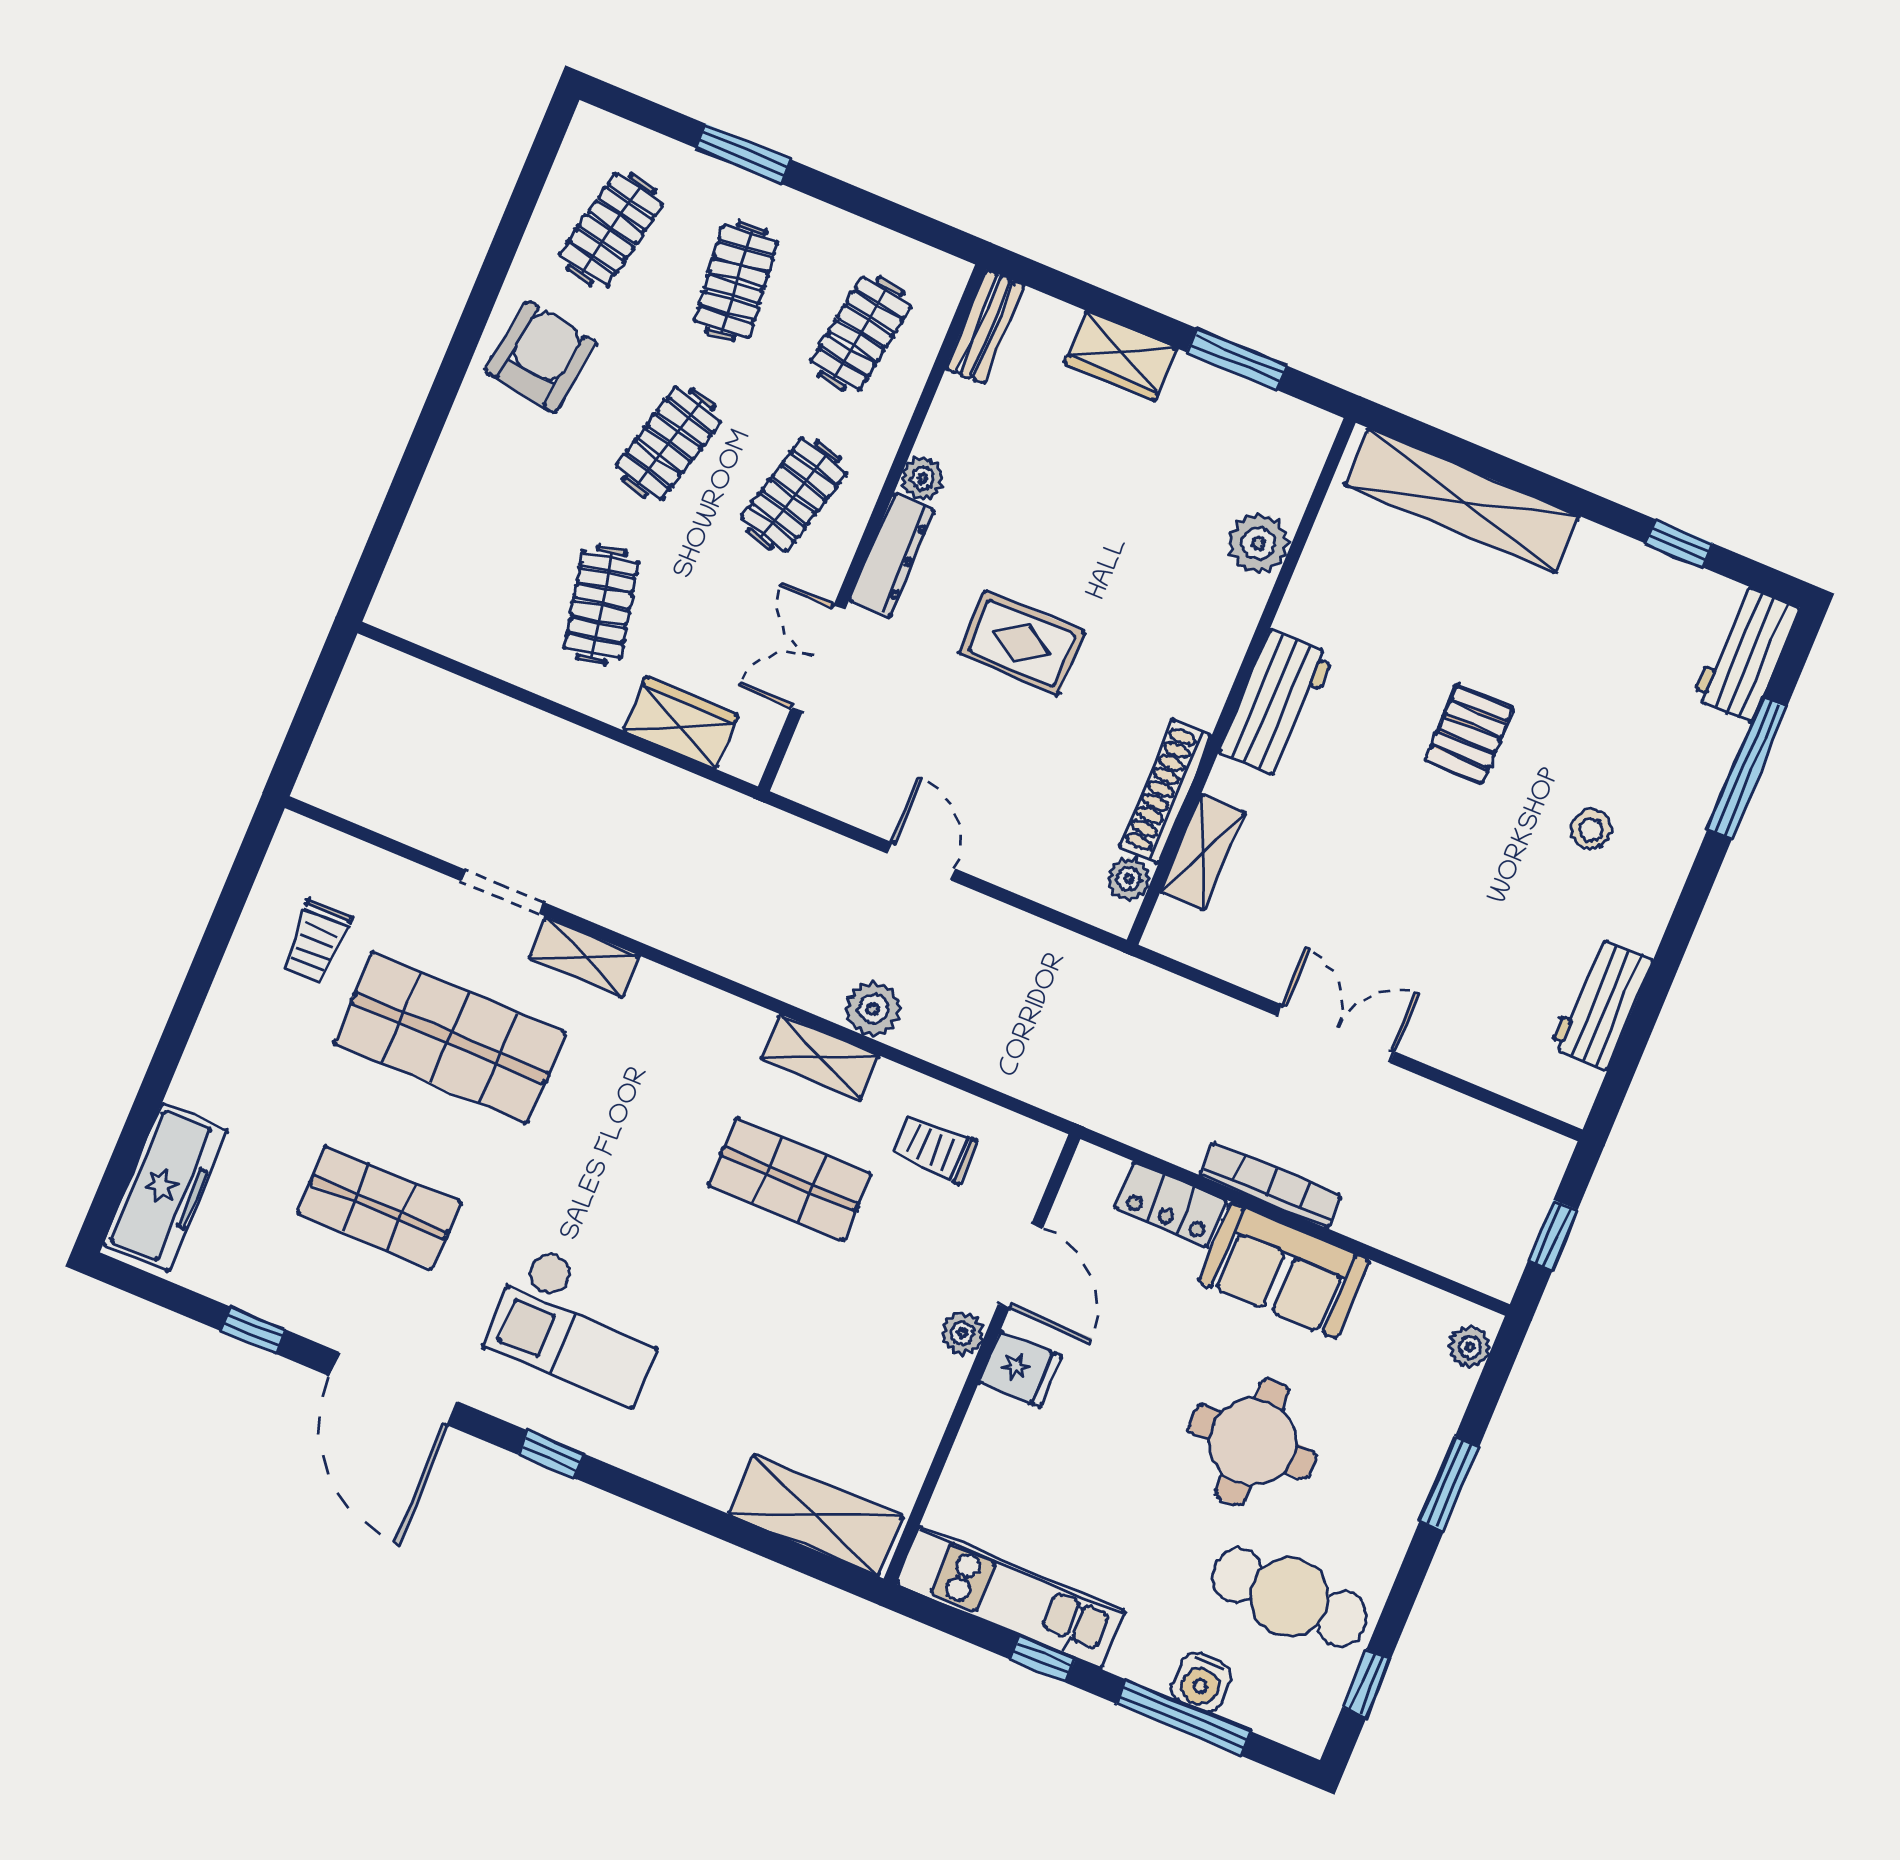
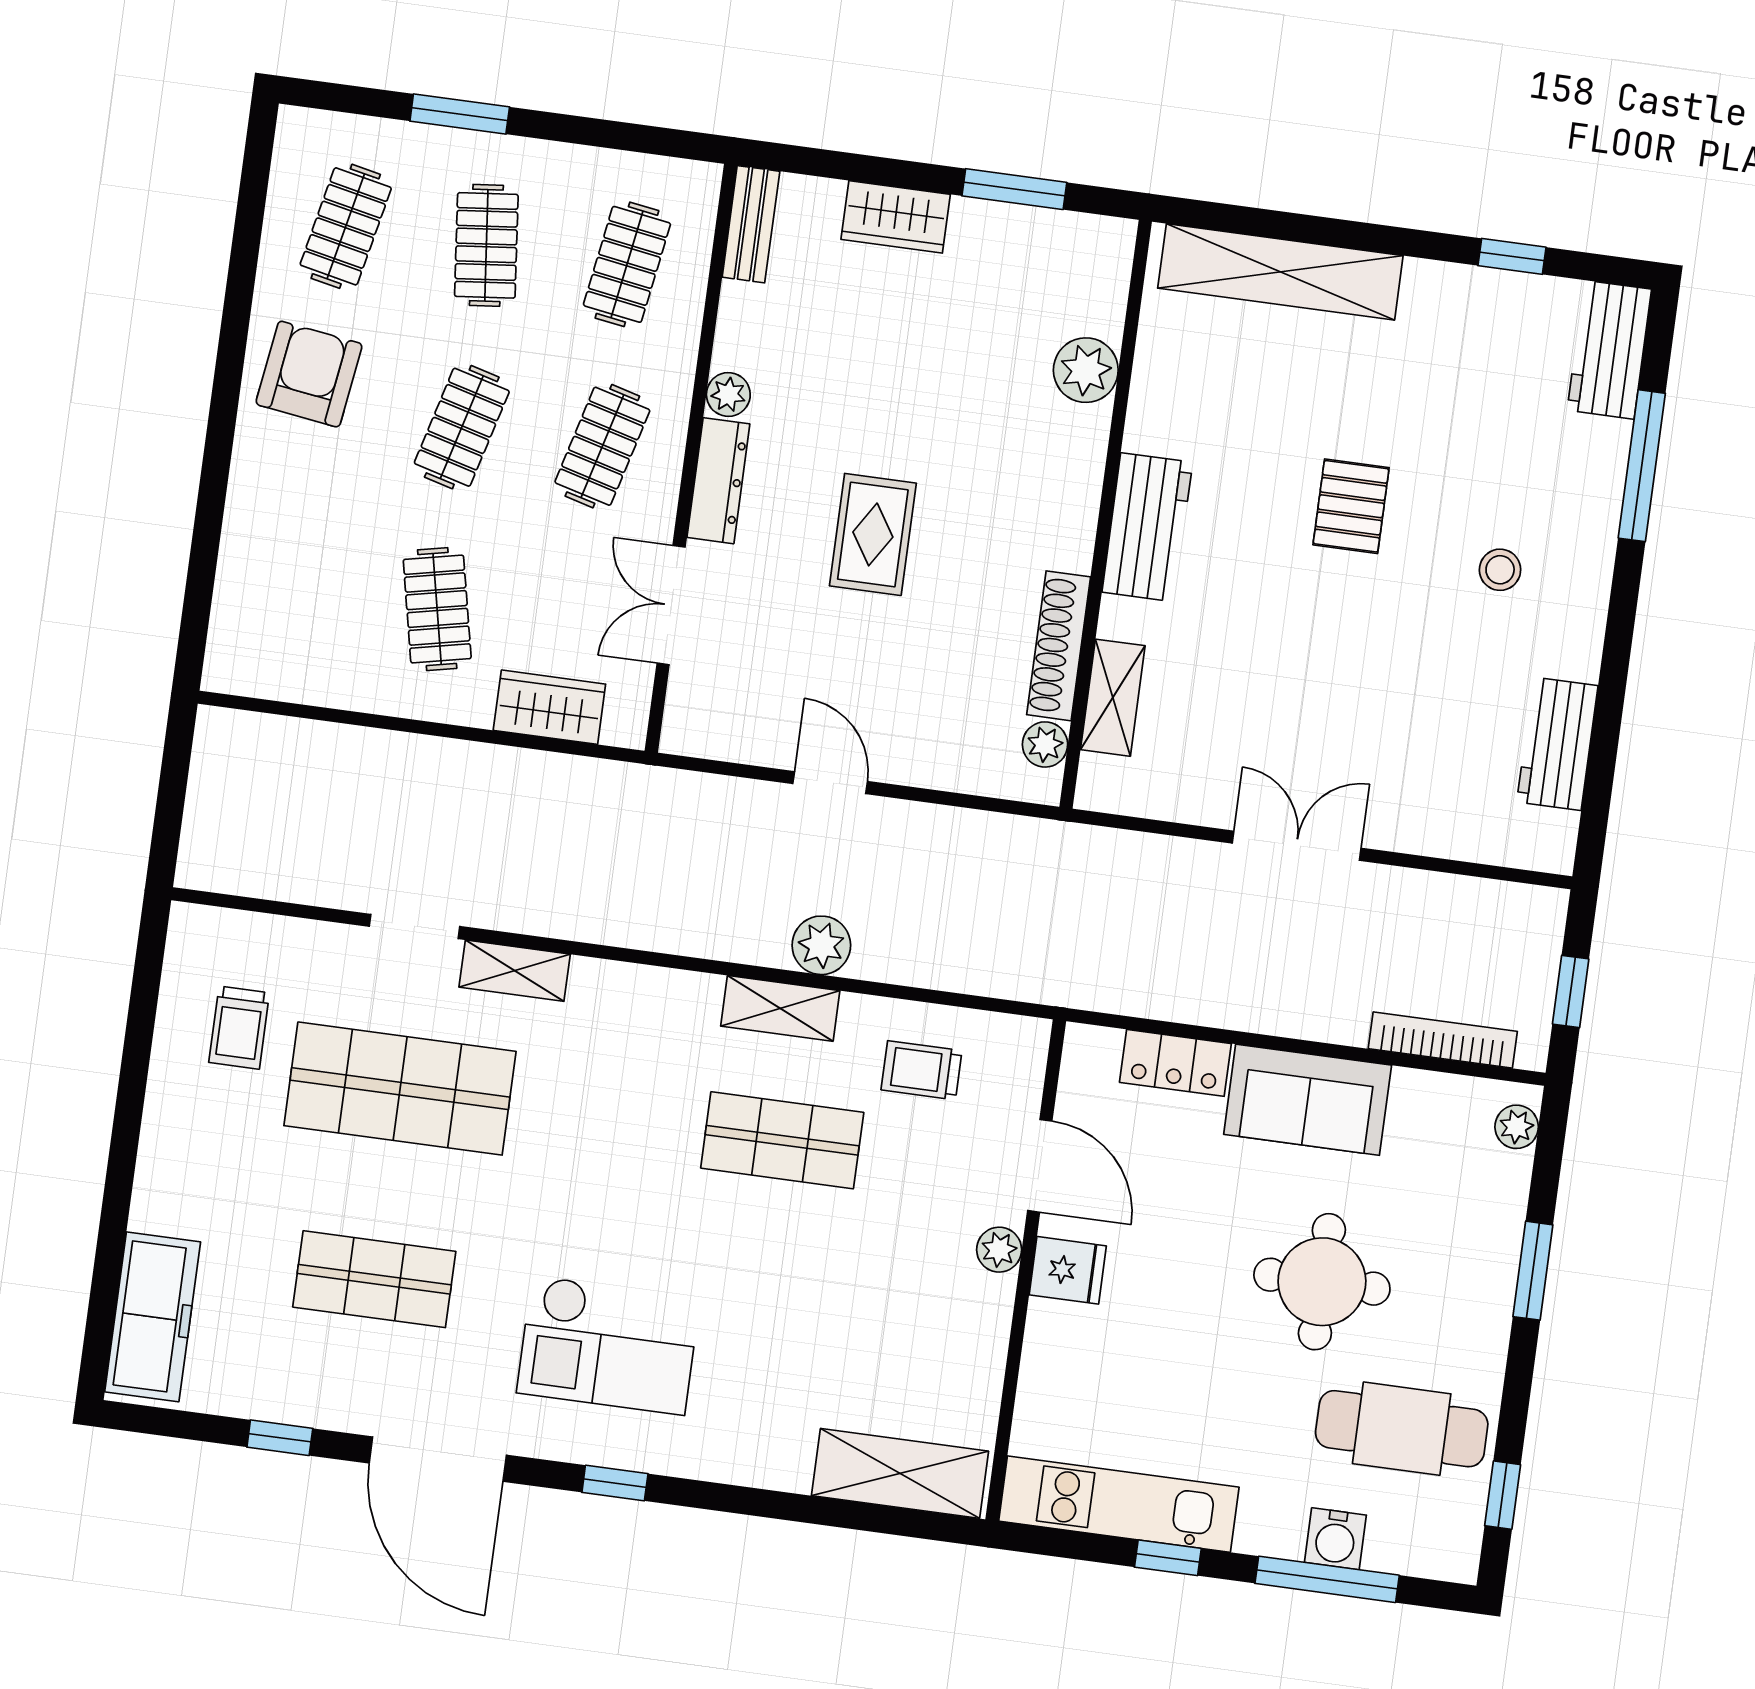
rug: (1021, 643) -> (873, 534), turned 90
bookcase: (1270, 1185) -> (1443, 1040), moved

